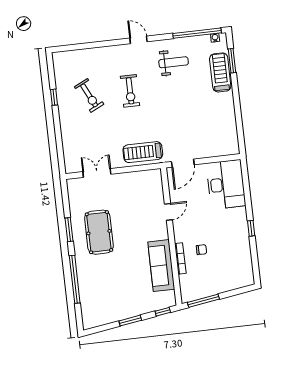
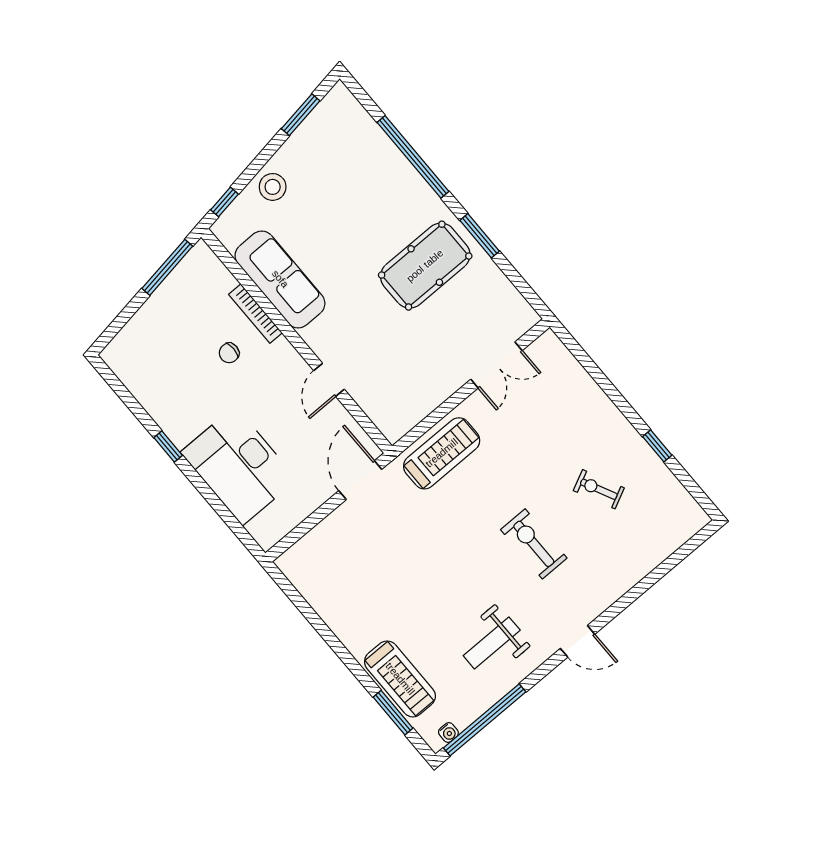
exercise bike: (89, 95) -> (599, 489), width x0.73, depth x0.72
desk: (226, 184) -> (239, 466), moved
pool table: (99, 232) -> (425, 266), turned 90
stool: (139, 305) -> (273, 187), added
window: (130, 321) -> (301, 115), moved

